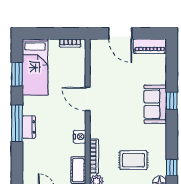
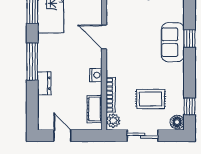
dresser: (29, 127) -> (44, 83), moved

